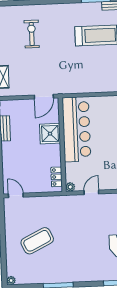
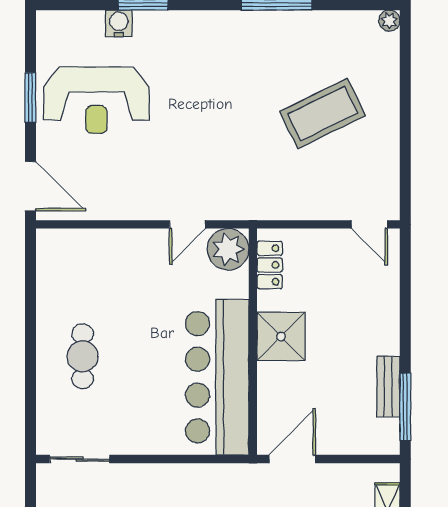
shower: (50, 134) -> (281, 336), moved
plant: (70, 187) -> (228, 249), width x1.87, depth x1.87

